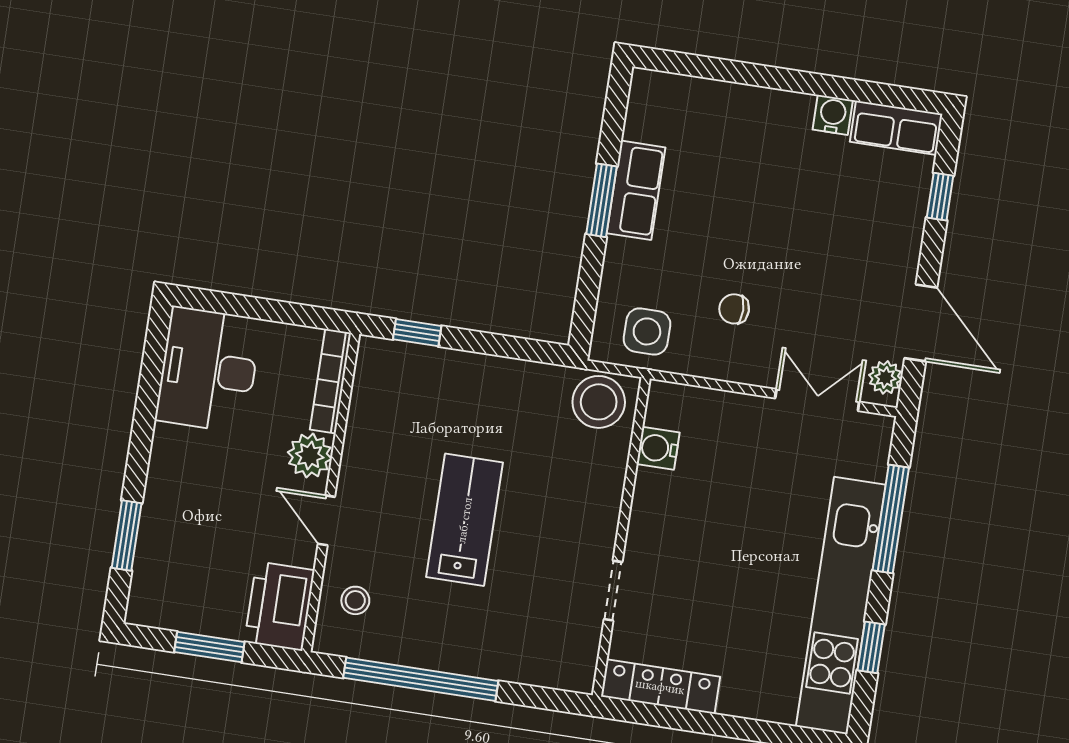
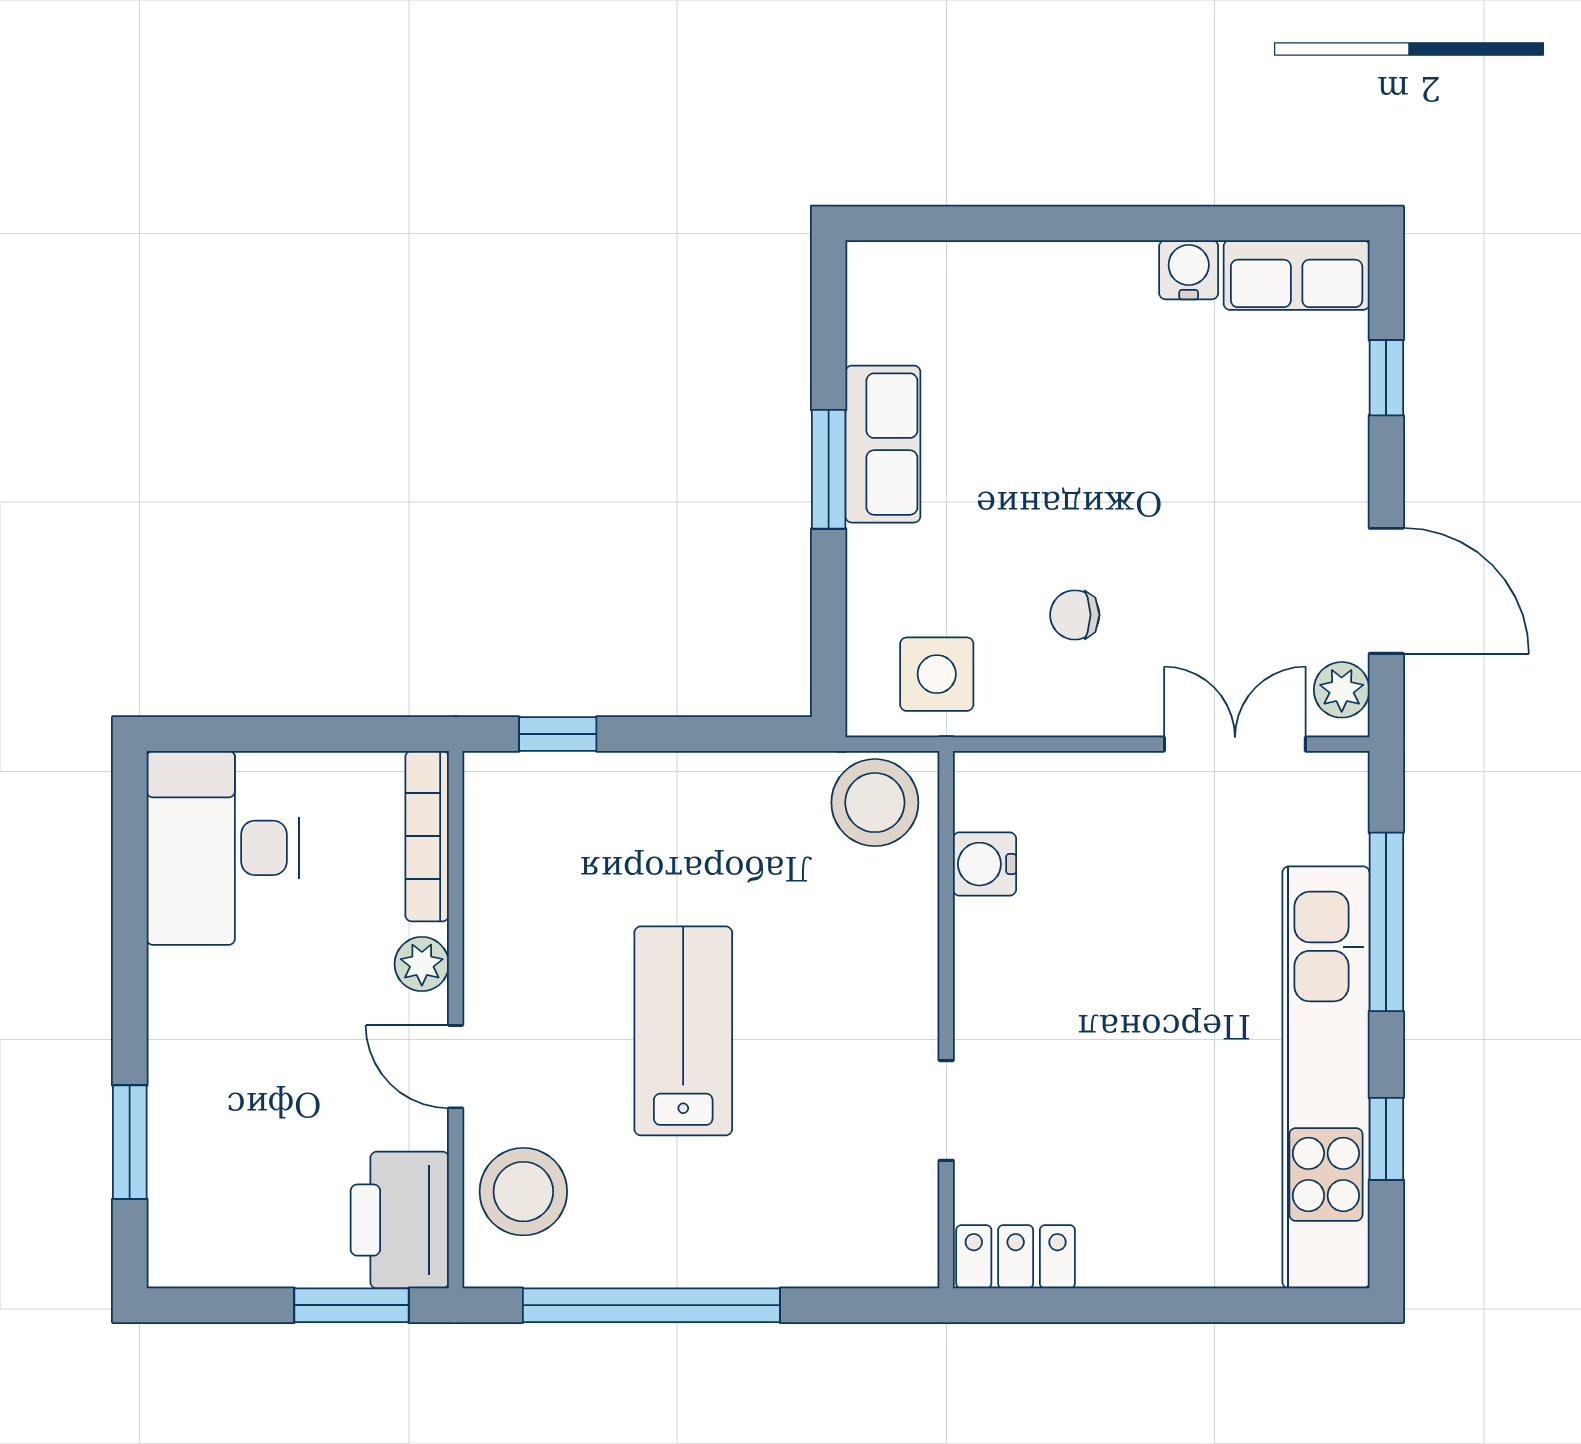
plant: (310, 456) -> (422, 964), width x0.73, depth x0.73
stool: (355, 600) -> (523, 1192), width x1.89, depth x1.89
window: (209, 647) -> (351, 1305), moved
locker: (660, 687) -> (1016, 1257), width x0.66

